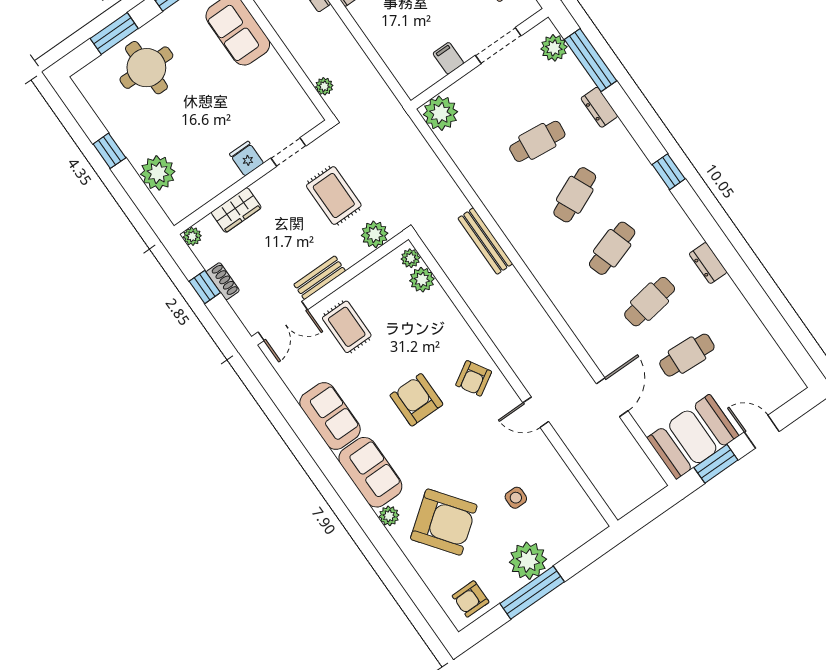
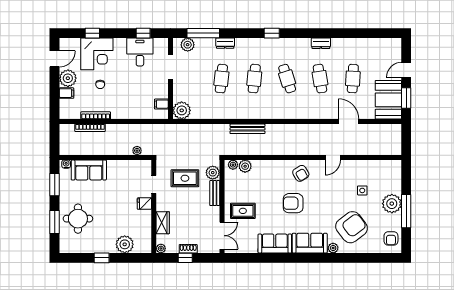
filing cabinet: (448, 58) -> (161, 104), moved
cafe table: (575, 195) -> (254, 79), turned 30
bench: (320, 278) -> (215, 193), moved

